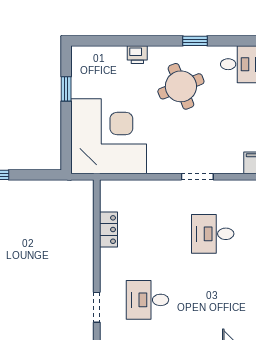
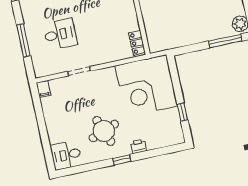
window: (195, 41) -> (122, 160), moved
locker: (109, 230) -> (137, 43), moved

